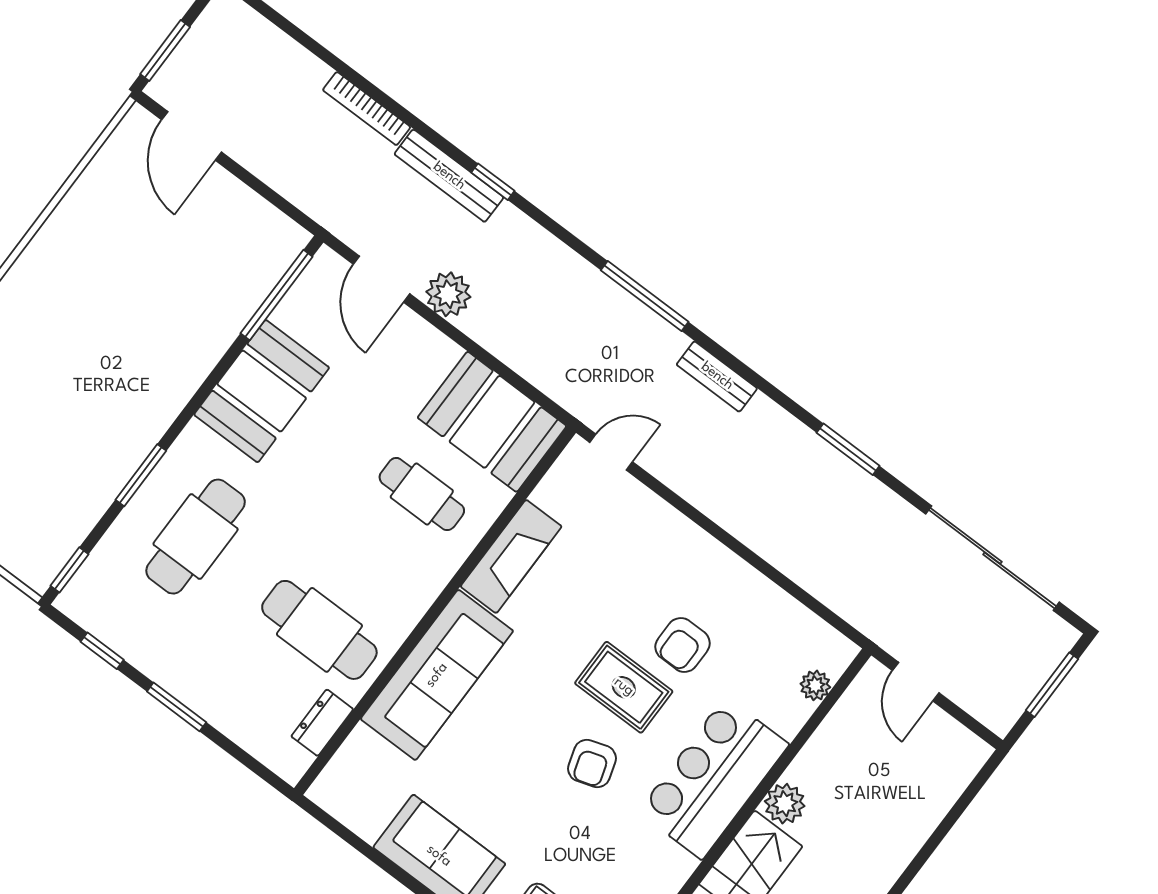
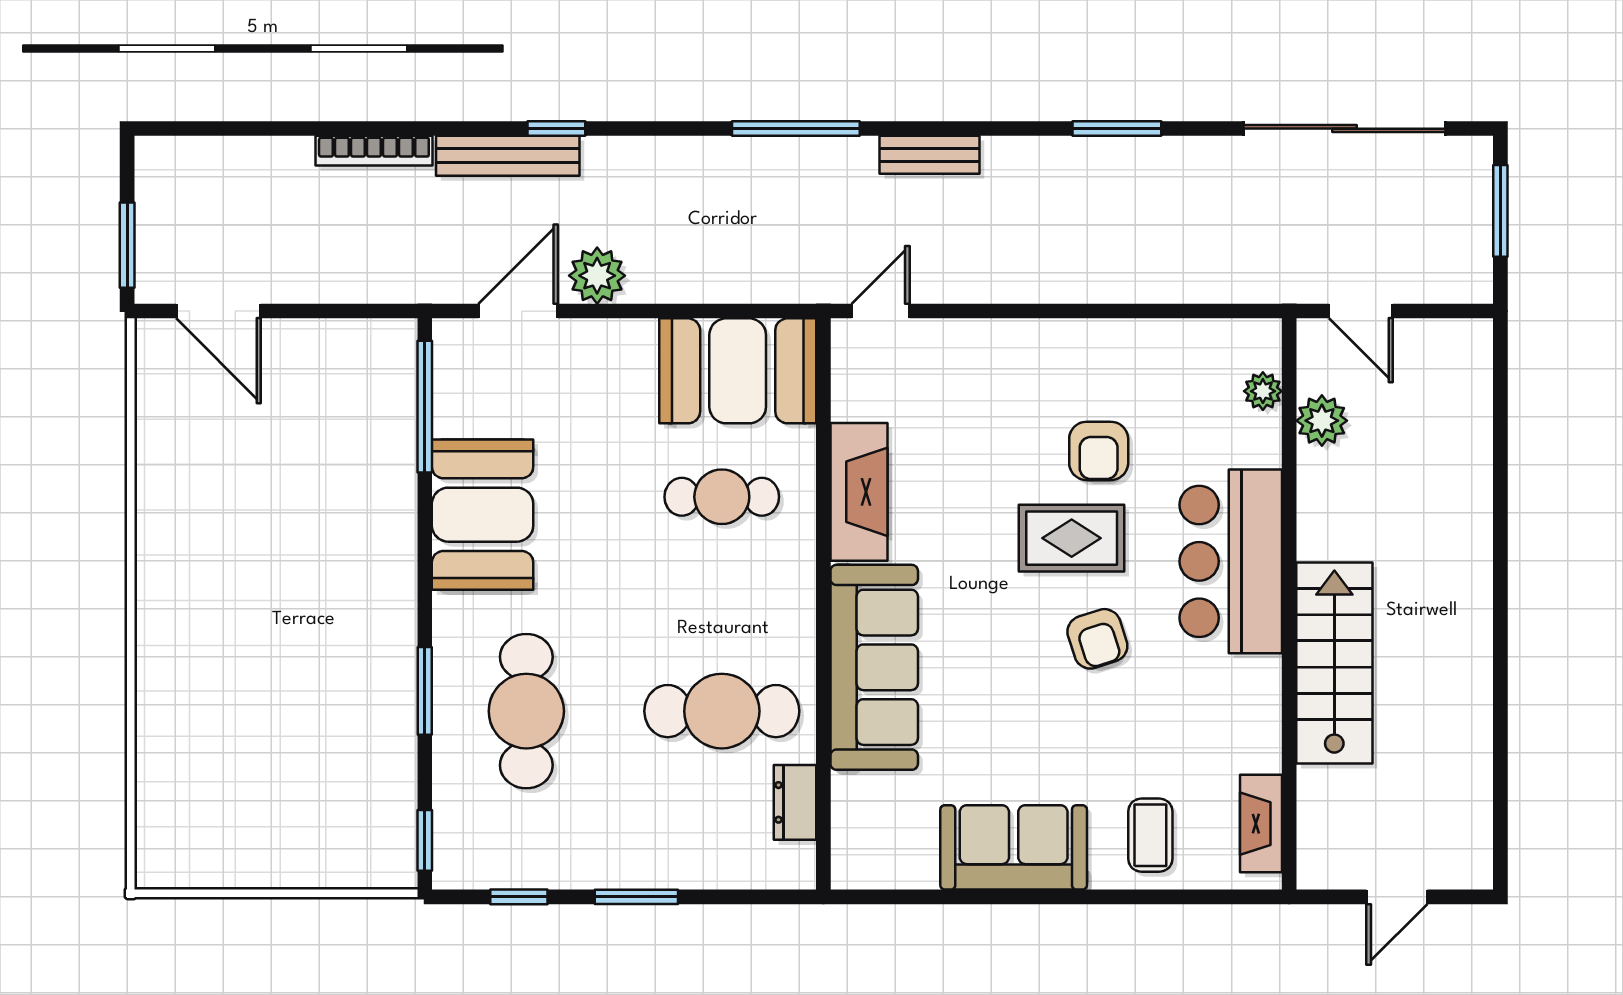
door: (381, 279) -> (518, 311), swing flipped
plant: (785, 804) -> (1322, 421), moved

